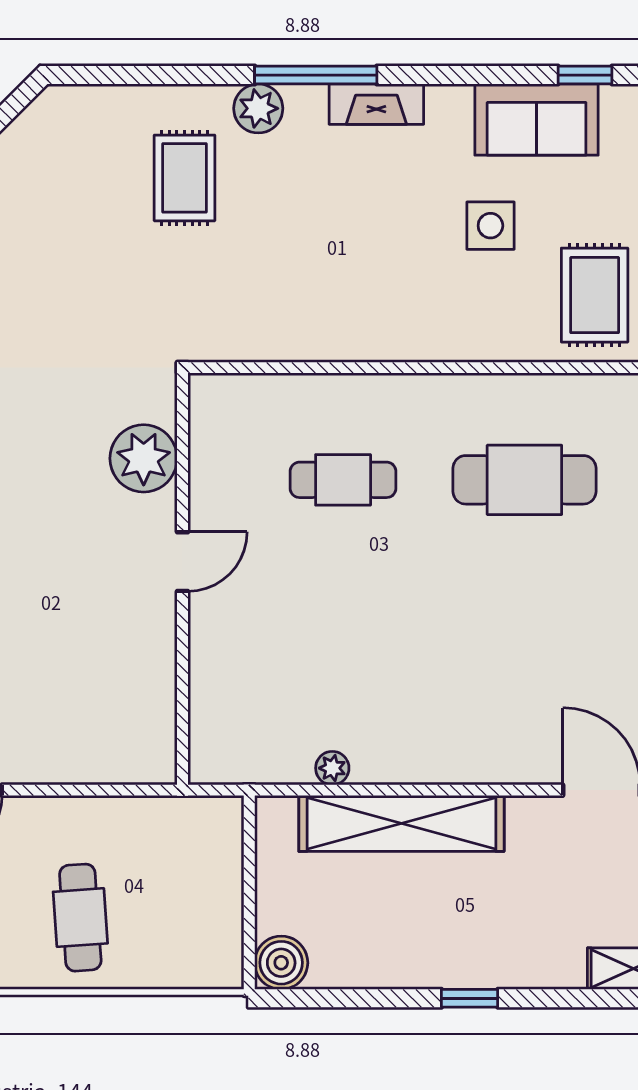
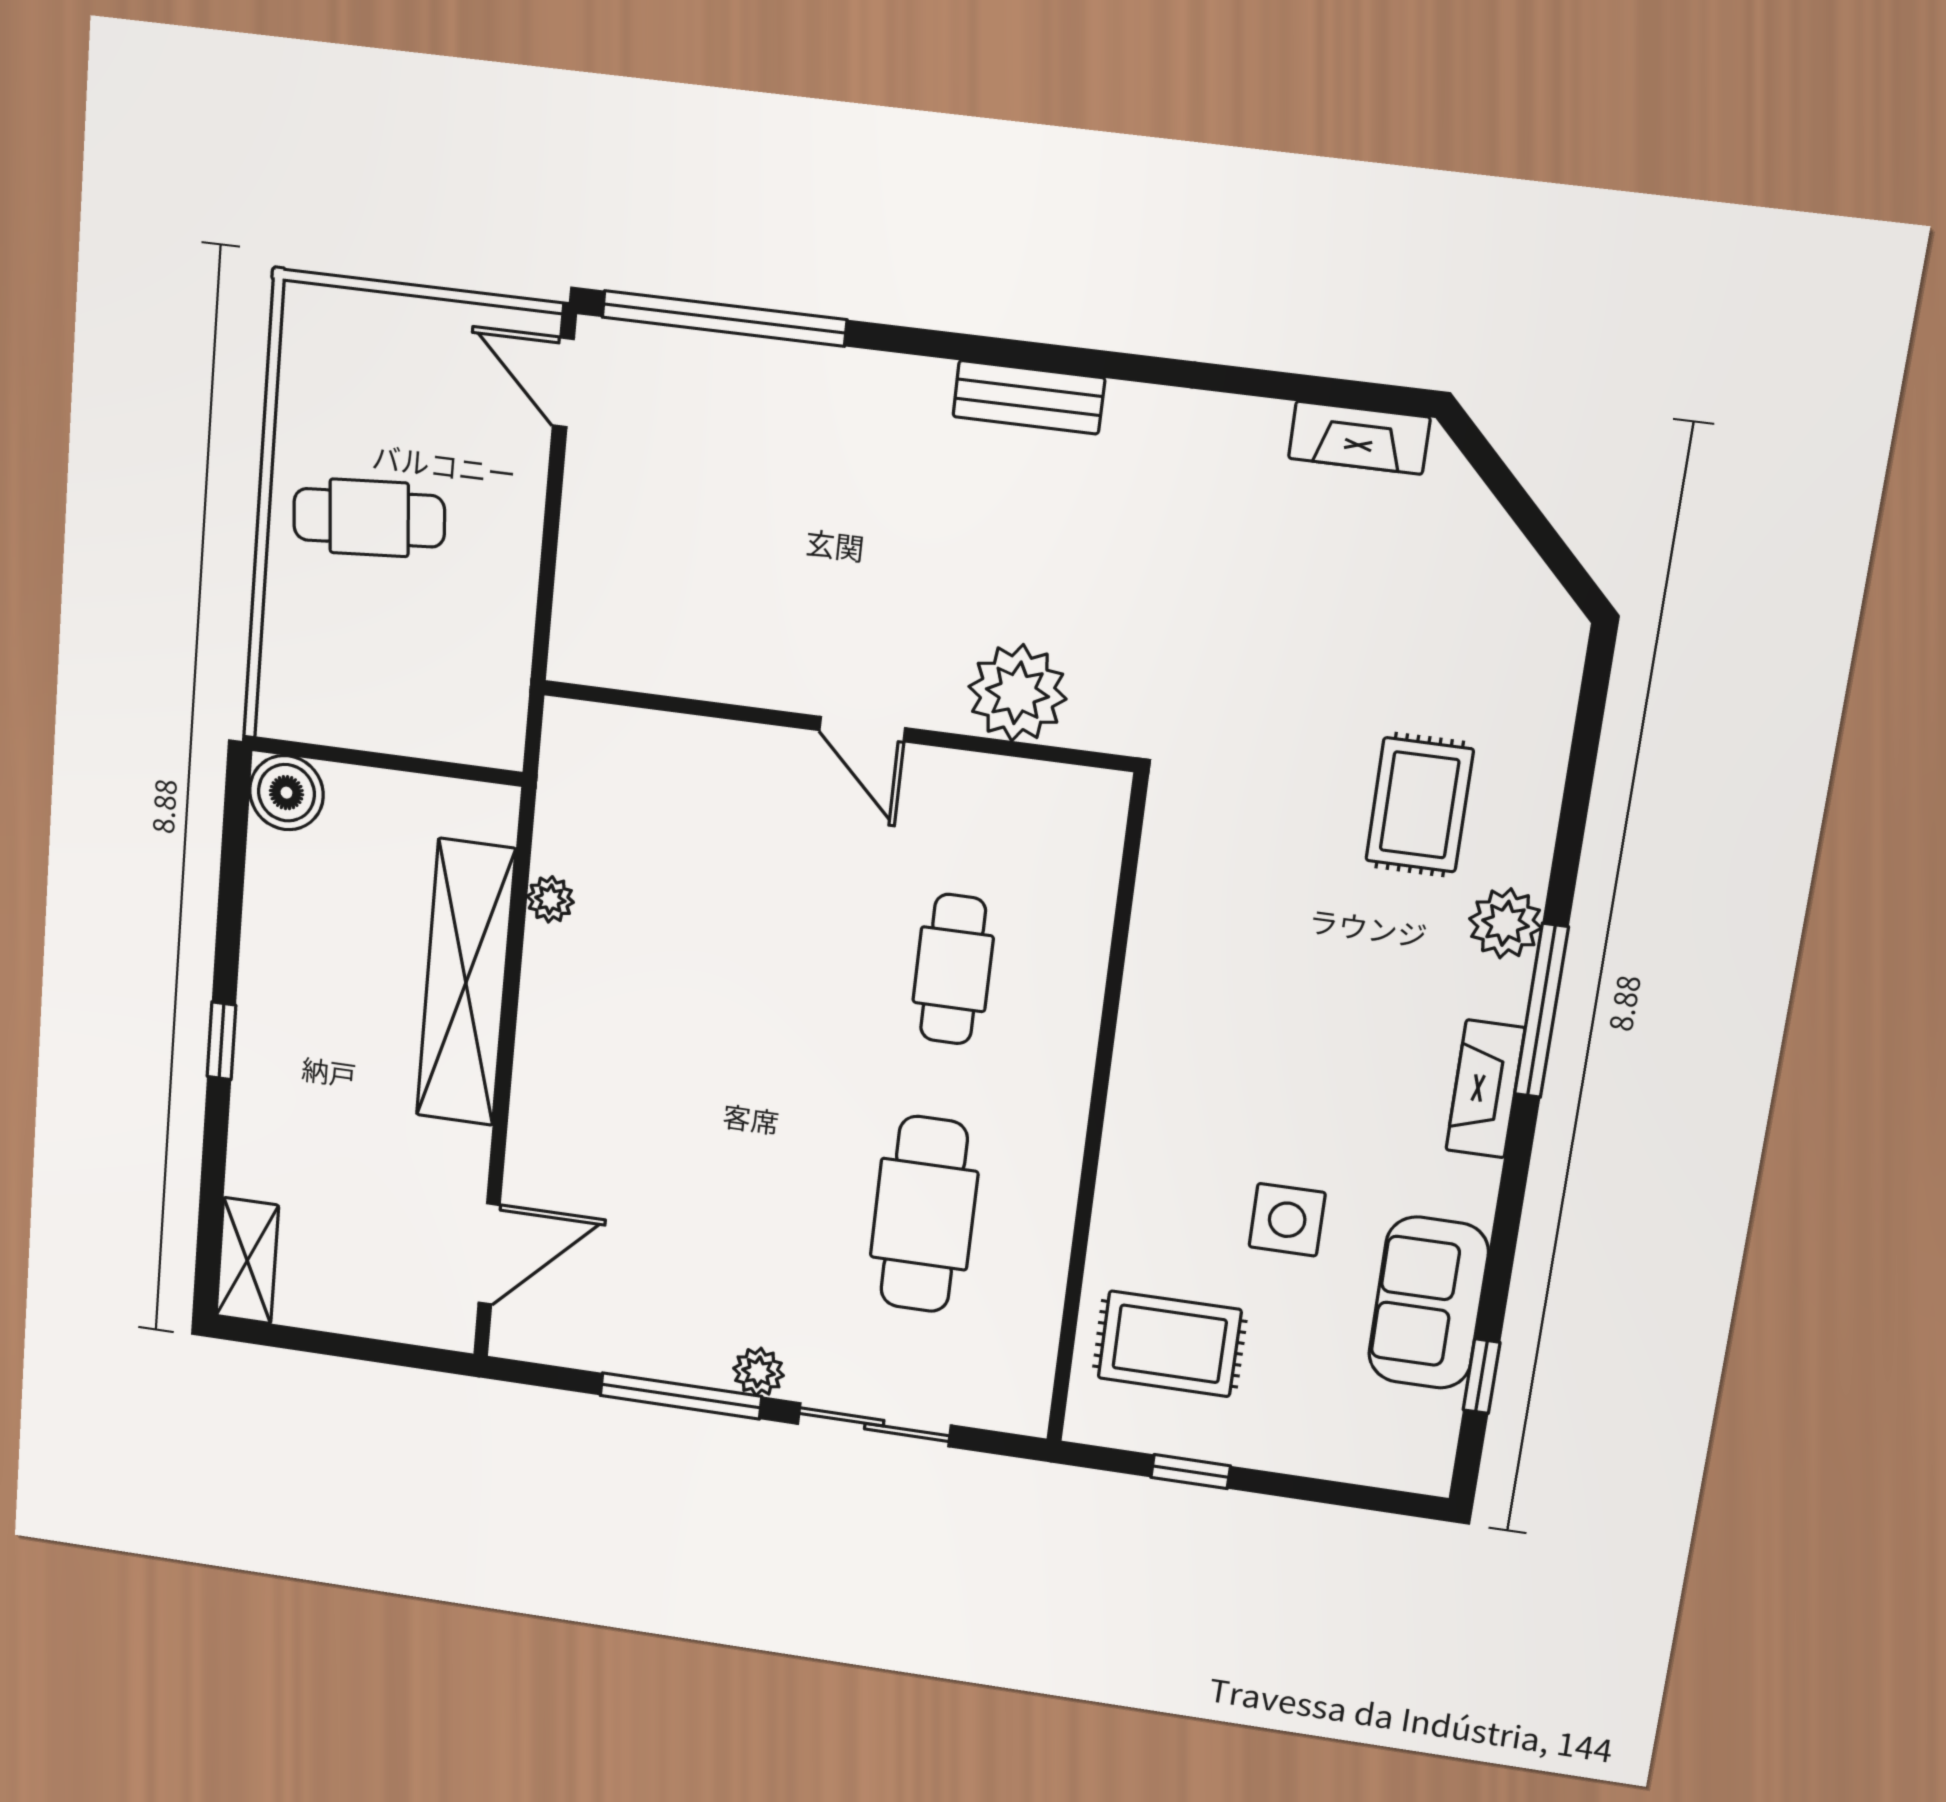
rug: (185, 178) -> (1420, 805), turned 90

